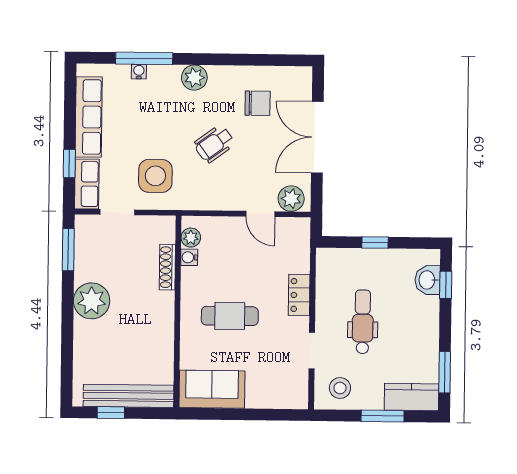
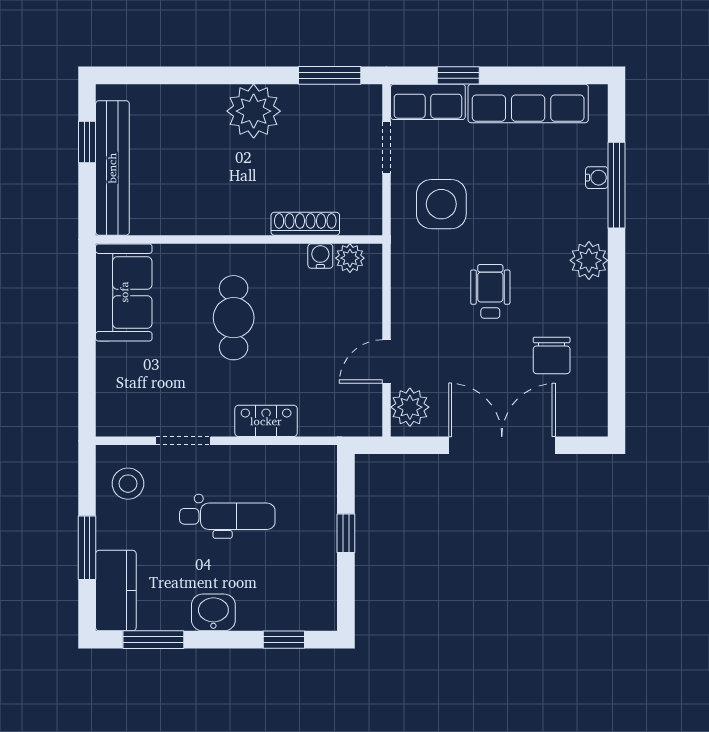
wheelchair: (214, 144) -> (490, 291), turned 36
washbasin: (428, 280) -> (213, 612), moved

